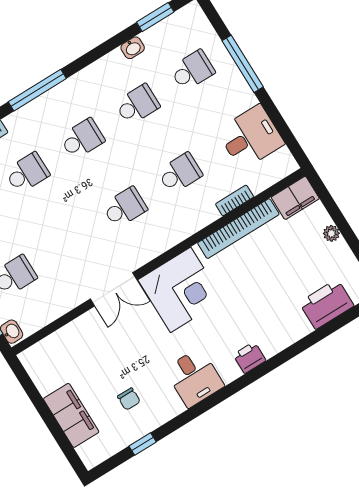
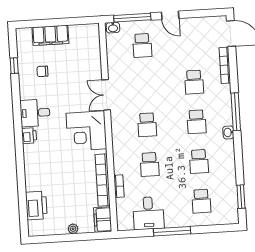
washbasin: (133, 48) -> (228, 132), moved
window: (243, 64) -> (172, 231), moved
printer: (249, 358) -> (29, 136), moved

